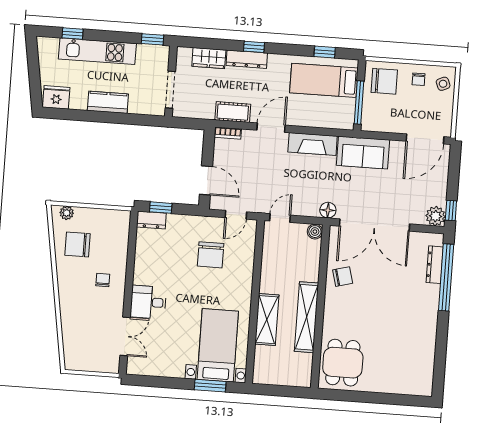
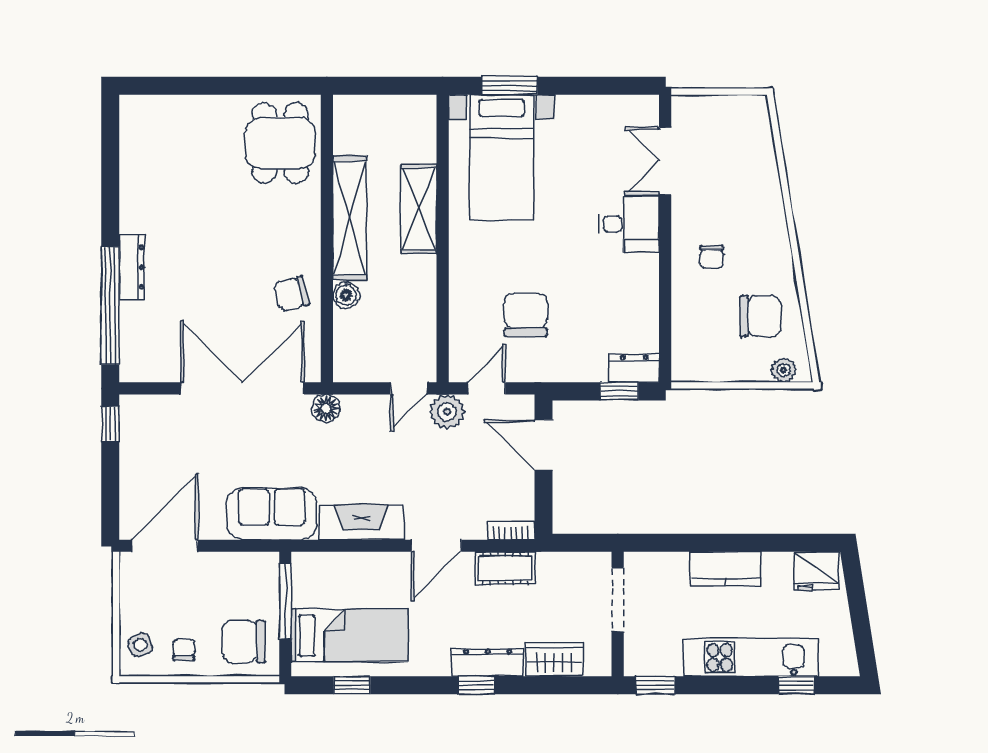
plant: (436, 216) -> (447, 412), moved
boiler: (315, 232) -> (346, 295), moved
dresser: (435, 265) -> (132, 267), moved

